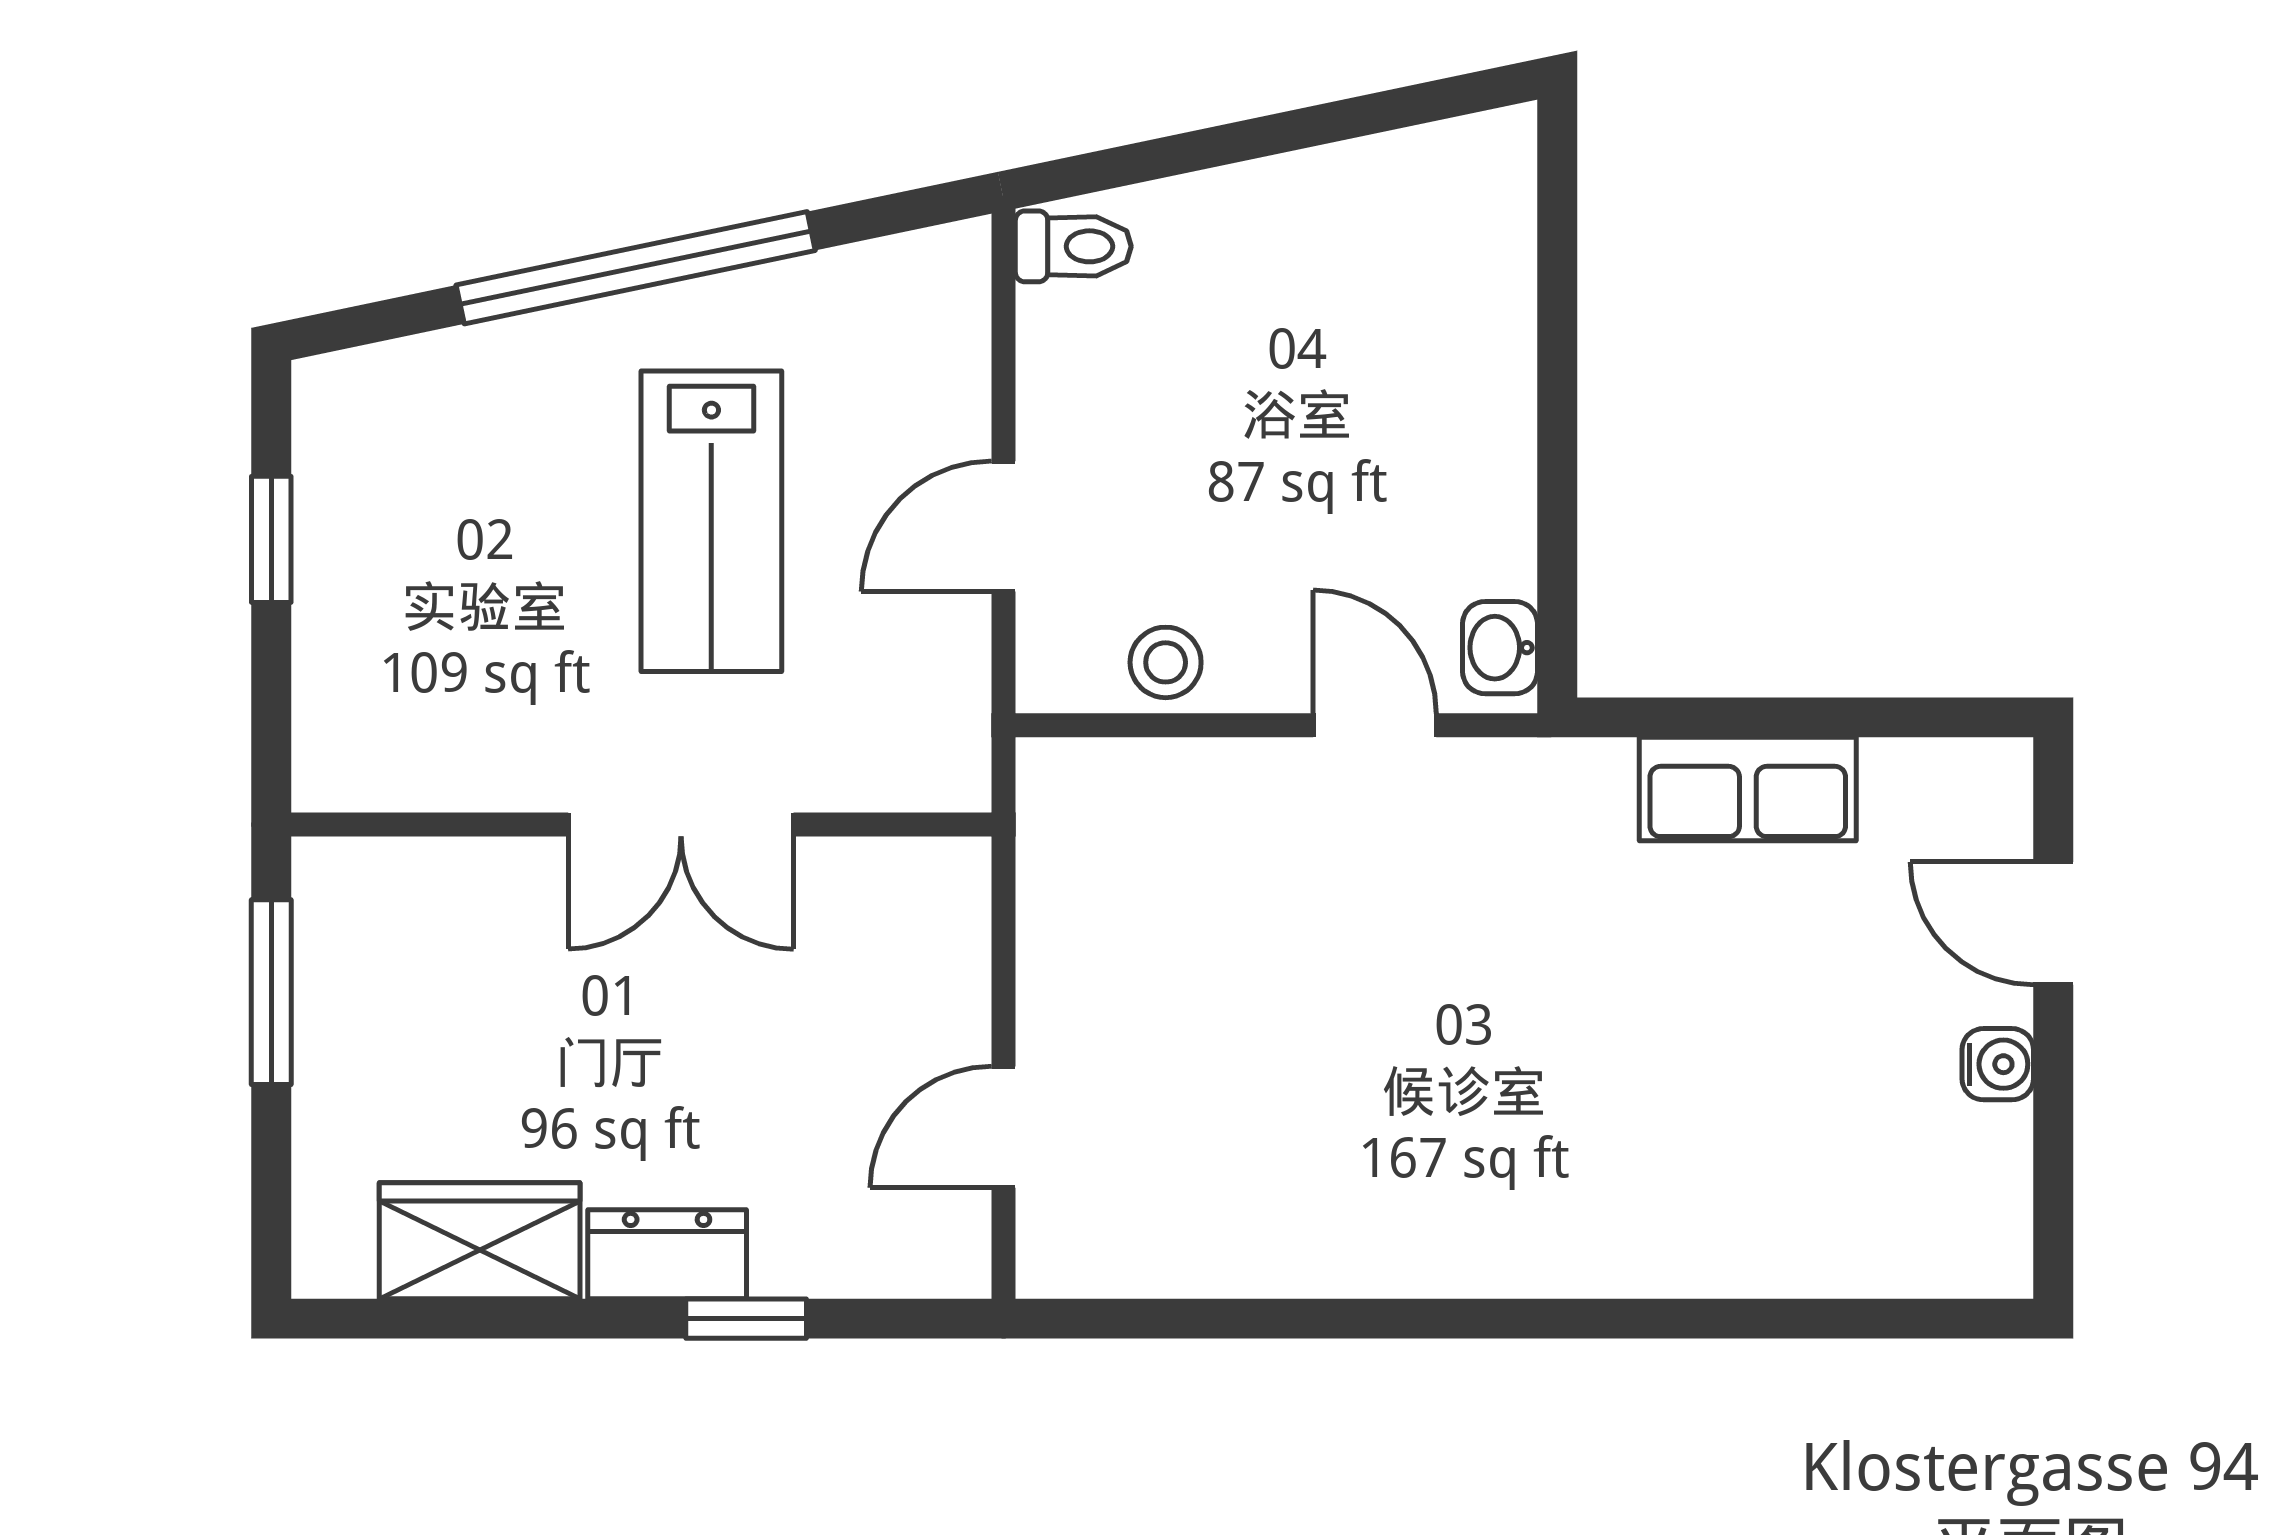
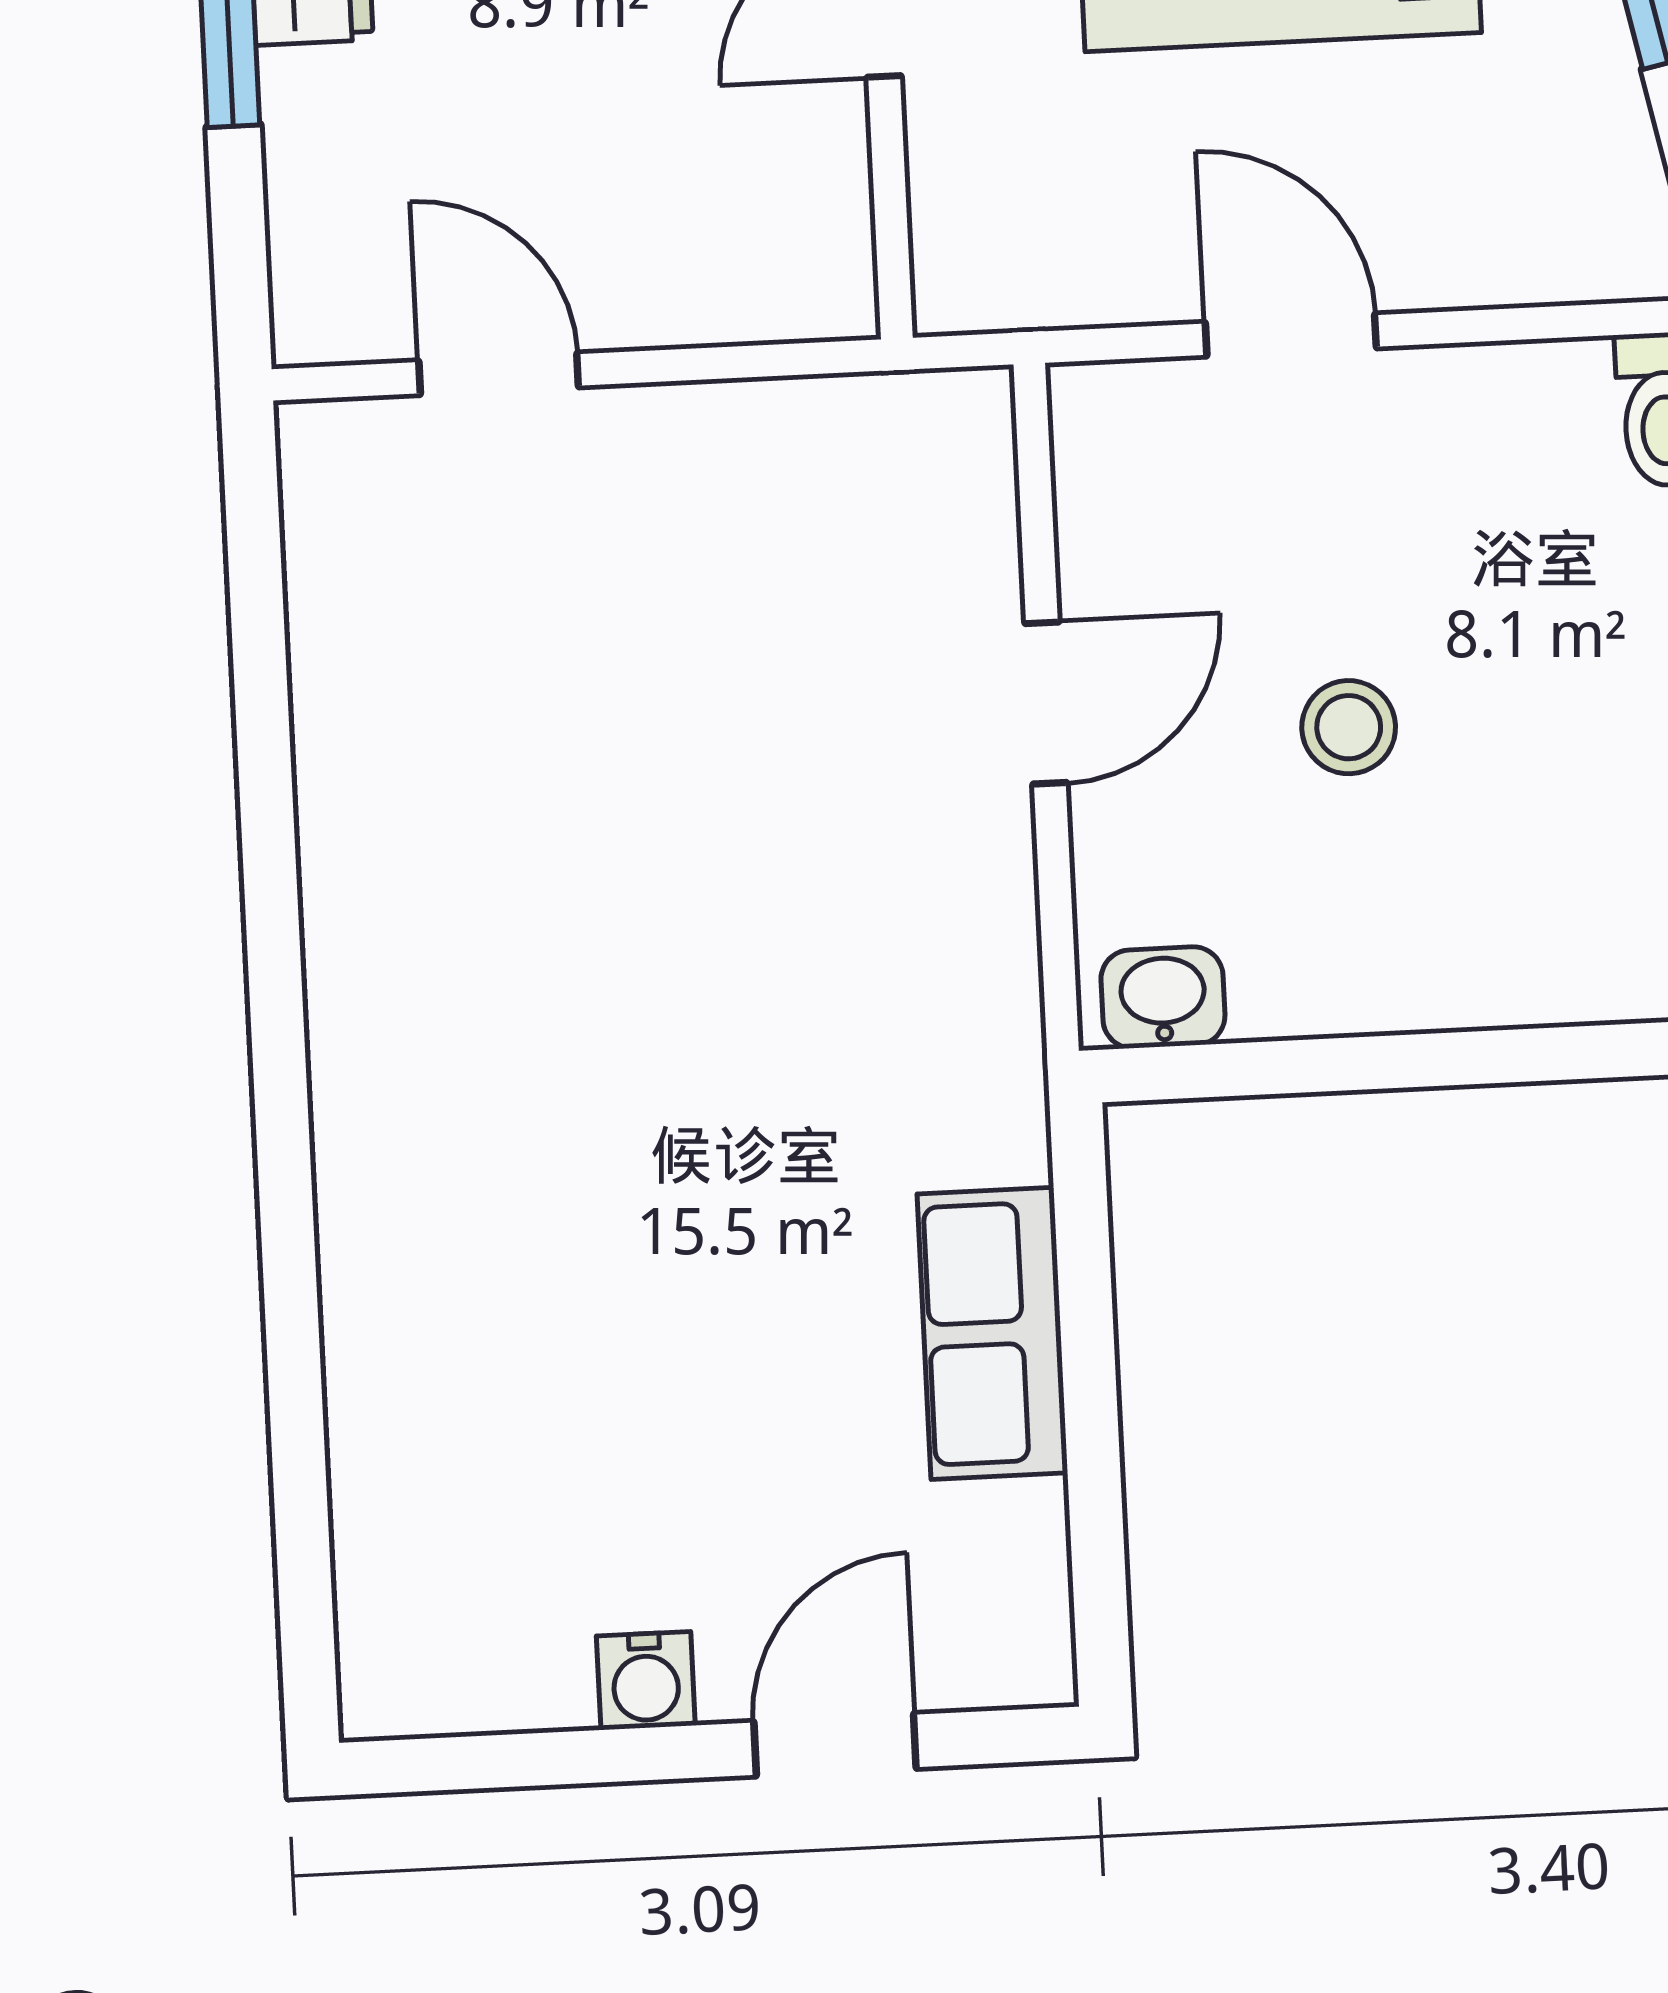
stool: (1166, 662) -> (1349, 727), moved
door: (1375, 725) -> (1046, 703), moved

